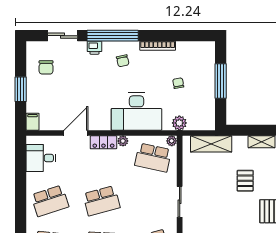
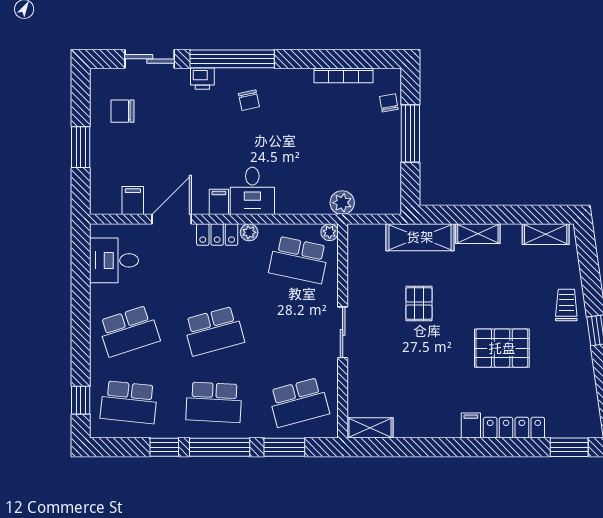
bookcase: (158, 46) -> (344, 75), moved
chair: (46, 67) -> (123, 111), turned 90
chair: (178, 83) -> (389, 103), moved
desk: (136, 111) -> (252, 191), width x0.53, depth x0.77
filing cabinet: (33, 122) -> (133, 201), moved
filing cabinet: (105, 123) -> (219, 202), added
shelving: (211, 144) -> (420, 237), moved
pallet: (245, 181) -> (419, 304), moved

